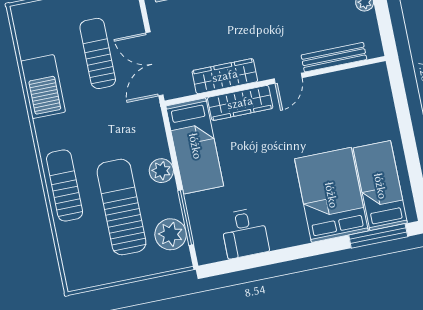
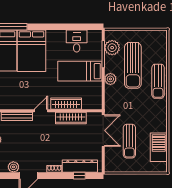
barbecue: (43, 87) -> (159, 147), moved
bed: (195, 146) -> (80, 71), moved, turned -90

